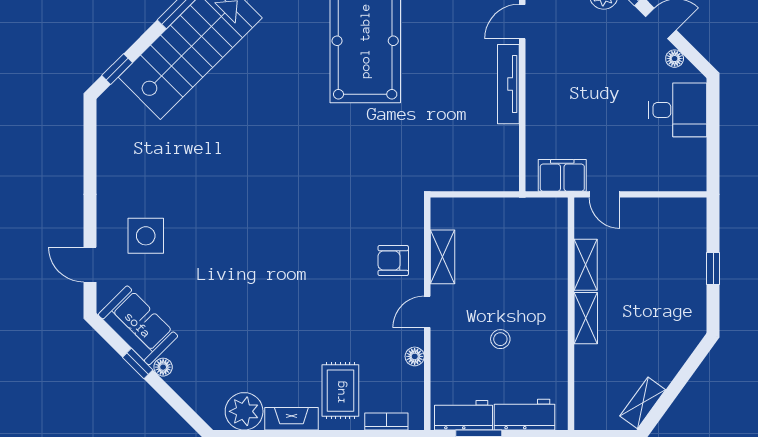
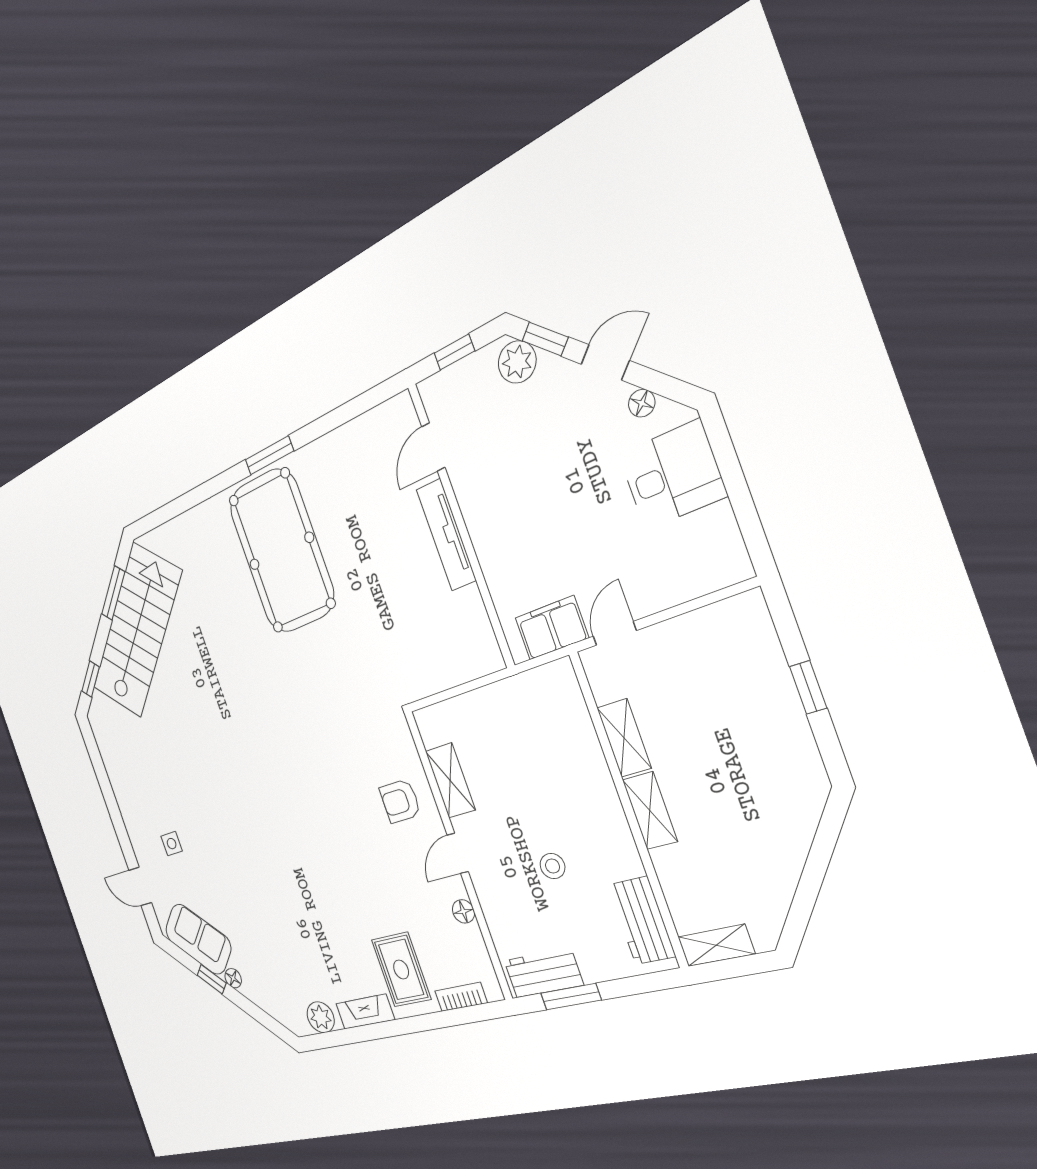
door: (605, 194) -> (615, 633), swing flipped
side table: (146, 236) -> (172, 844), width x0.54, depth x0.54
shelving: (643, 403) -> (716, 945), moved, turned 54
plant: (244, 411) -> (321, 1017), width x0.73, depth x0.73
workbench: (524, 415) -> (642, 921), moved, turned -90

